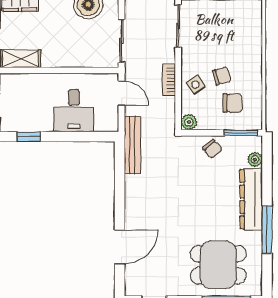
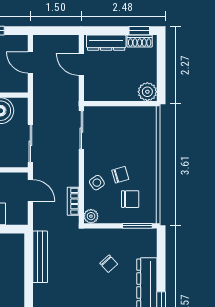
bookcase: (169, 80) -> (73, 201), moved
bench: (132, 145) -> (40, 257), moved
chair: (212, 149) -> (109, 264), moved
plant: (255, 159) -> (150, 250), removed

